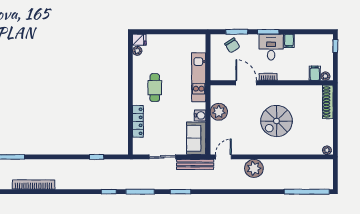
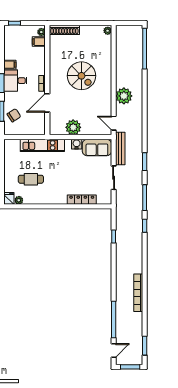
cafe table: (155, 88) -> (31, 179), moved

